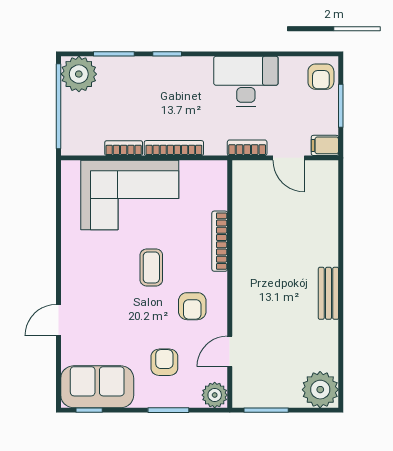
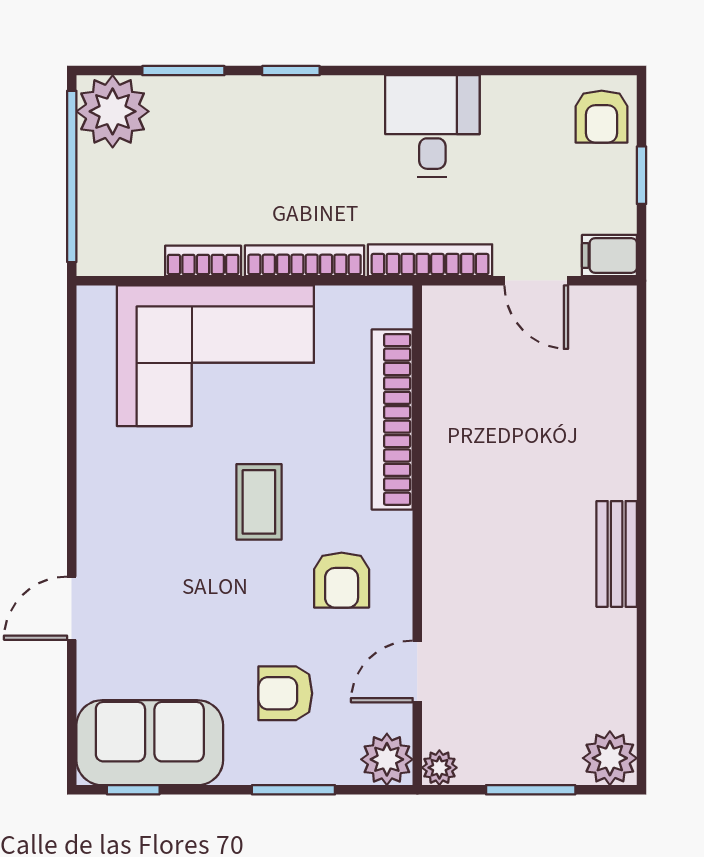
desk: (246, 81) -> (432, 126), width x0.73
window: (341, 106) -> (641, 175), width x0.67
bookcase: (247, 148) -> (430, 260), width x1.56
bookcase: (220, 241) -> (392, 419), width x1.48, depth x1.31
armchair: (164, 362) -> (285, 693), turned -90
plant: (320, 390) -> (610, 758), width x0.73, depth x0.73
plant: (241, 399) -> (439, 768), added
window: (266, 410) -> (531, 790), moved

